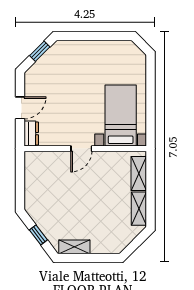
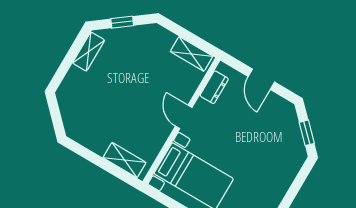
dresser: (31, 134) -> (214, 87), moved, turned -90
shelving: (139, 209) -> (191, 54), moved

